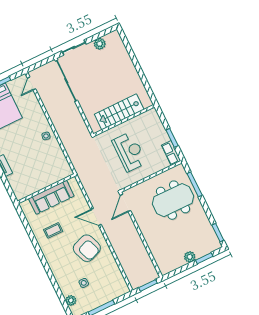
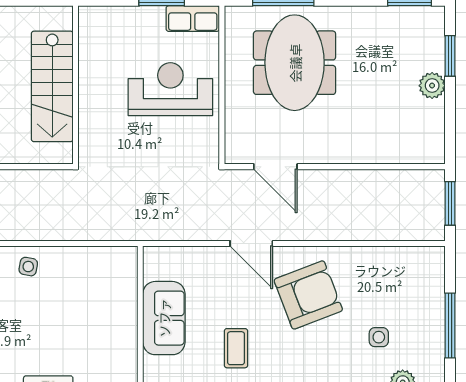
reception desk: (129, 152) -> (170, 89), moved
sofa: (51, 197) -> (164, 318), width x0.73
door: (125, 203) -> (275, 167), moved
door: (96, 217) -> (251, 243), hinge flipped

